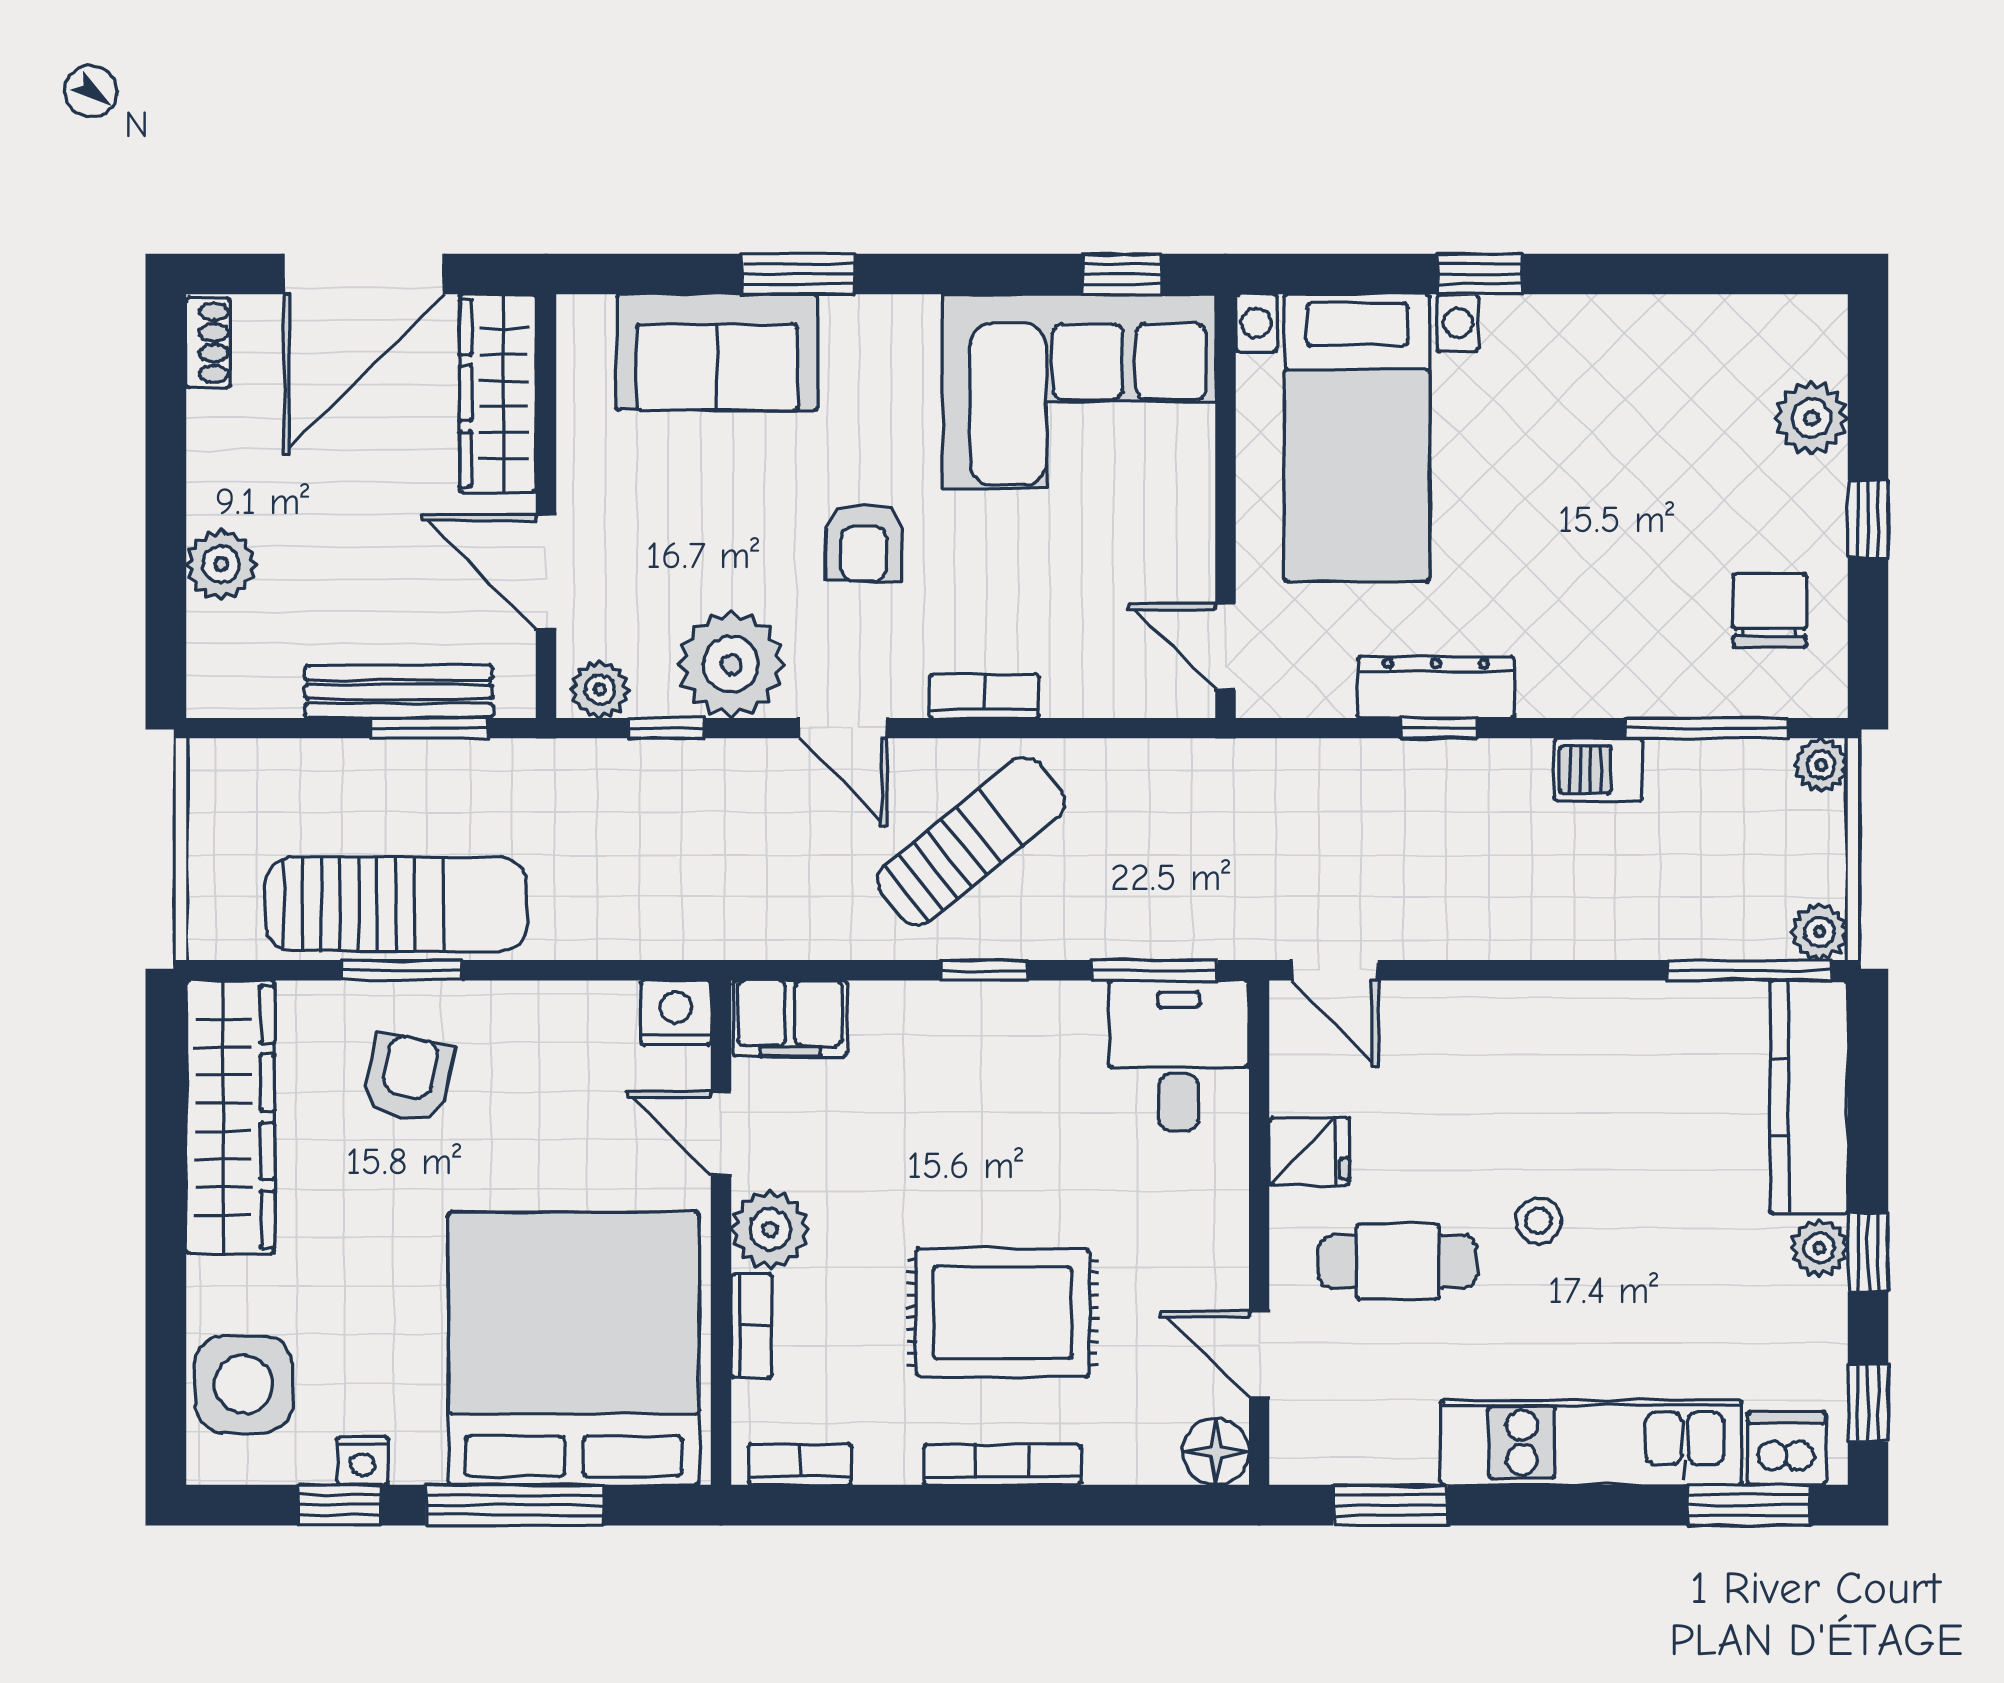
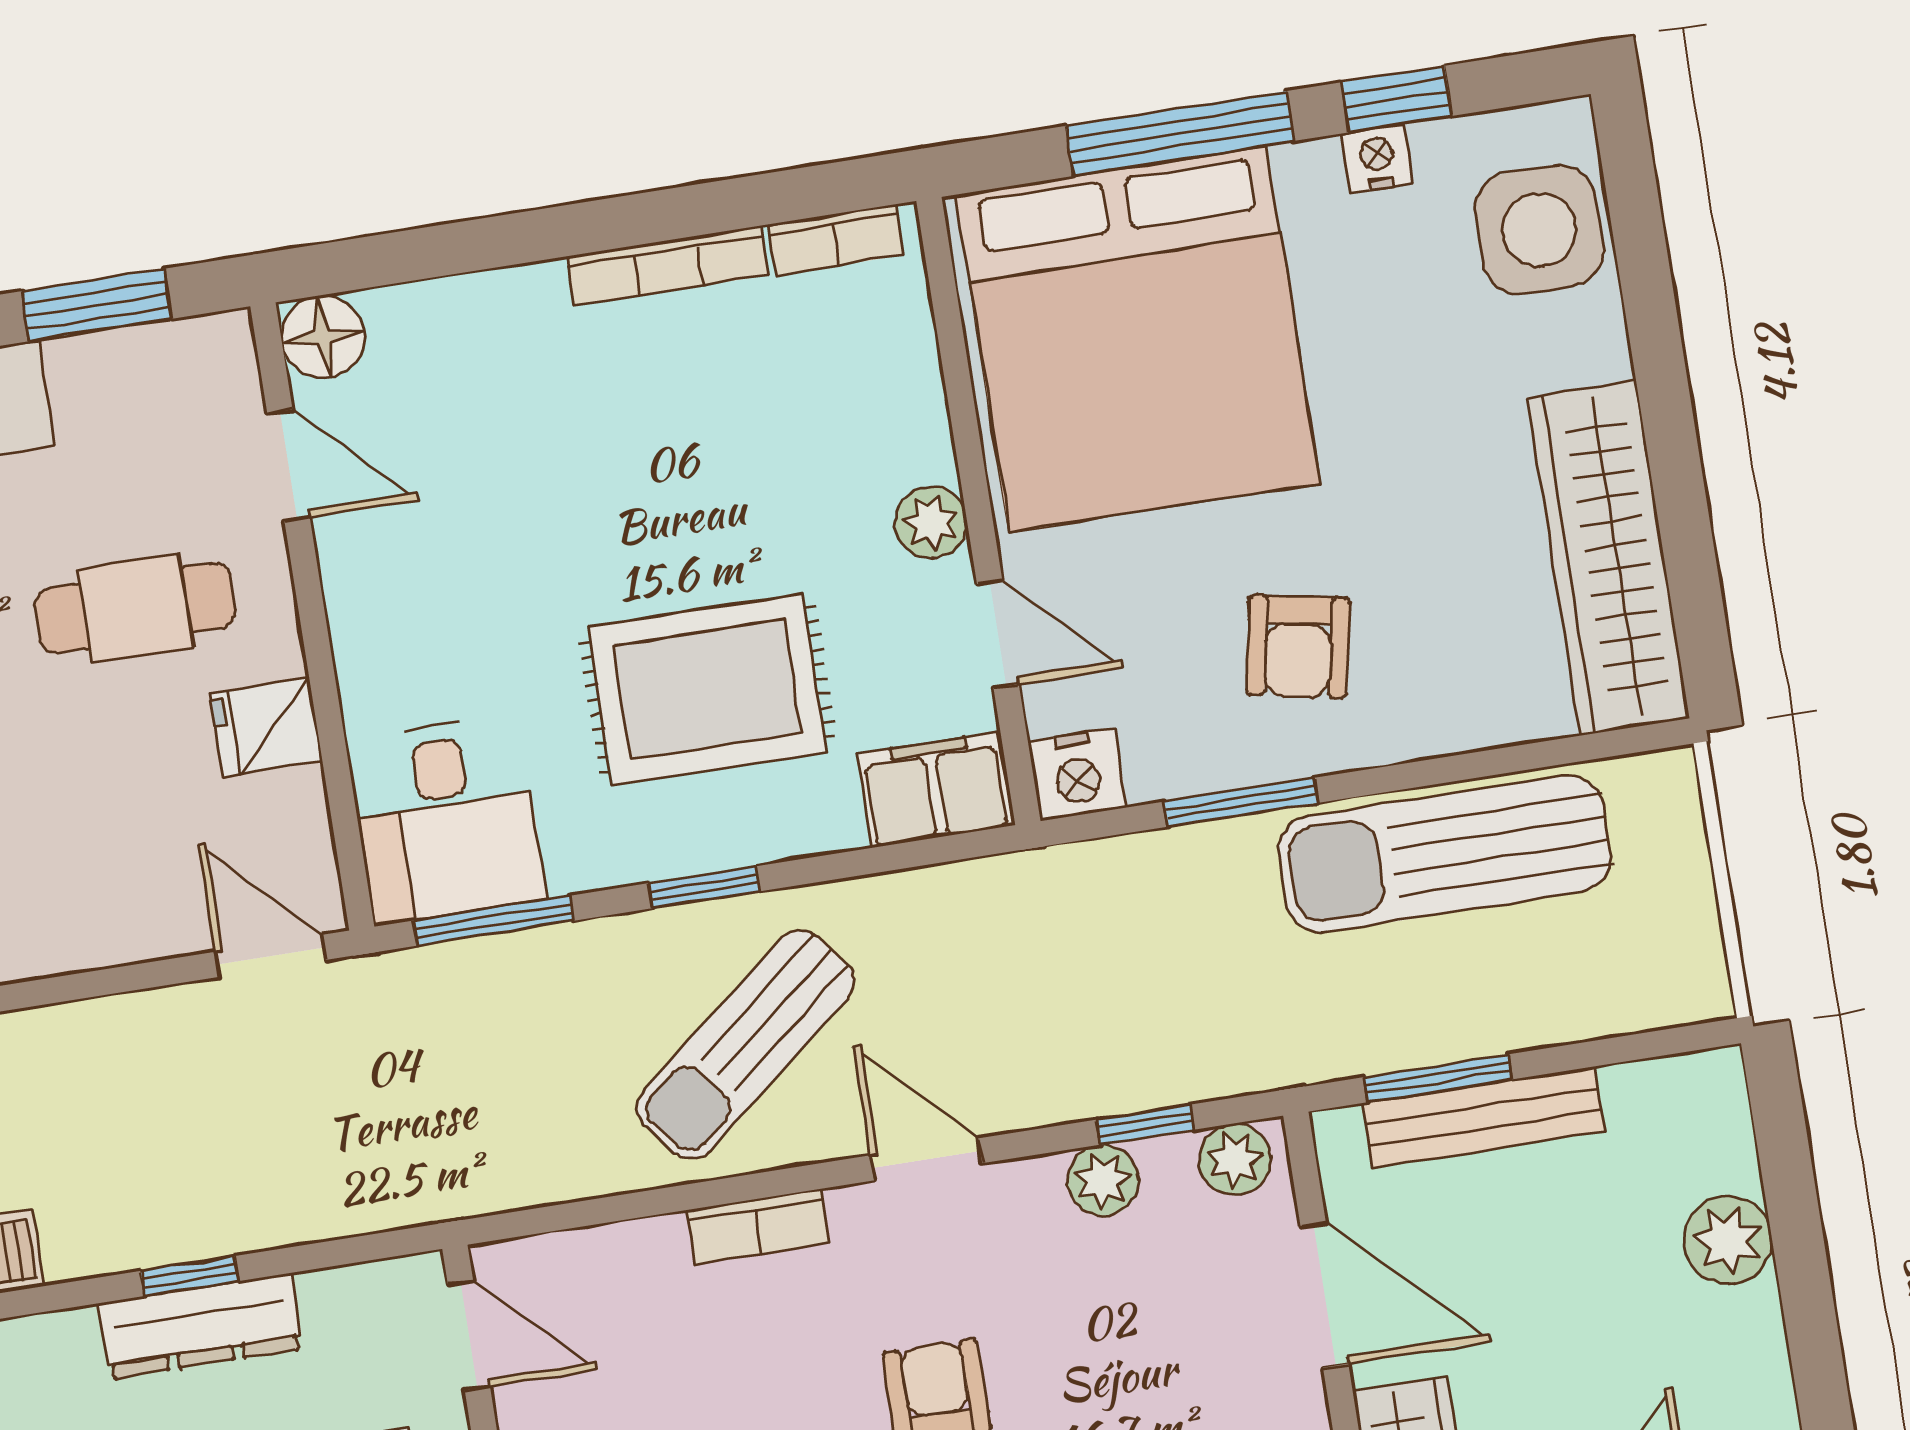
plant: (731, 664) -> (1103, 1180), width x0.53, depth x0.53
window: (401, 970) -> (1241, 802), moved
armchair: (409, 1078) -> (1298, 646), moved
plant: (770, 1229) -> (931, 523), width x0.73, depth x0.73
rug: (1003, 1313) -> (708, 690), moved
bookcase: (752, 1326) -> (922, 402), removed
bookcase: (1002, 1465) -> (668, 266), moved

